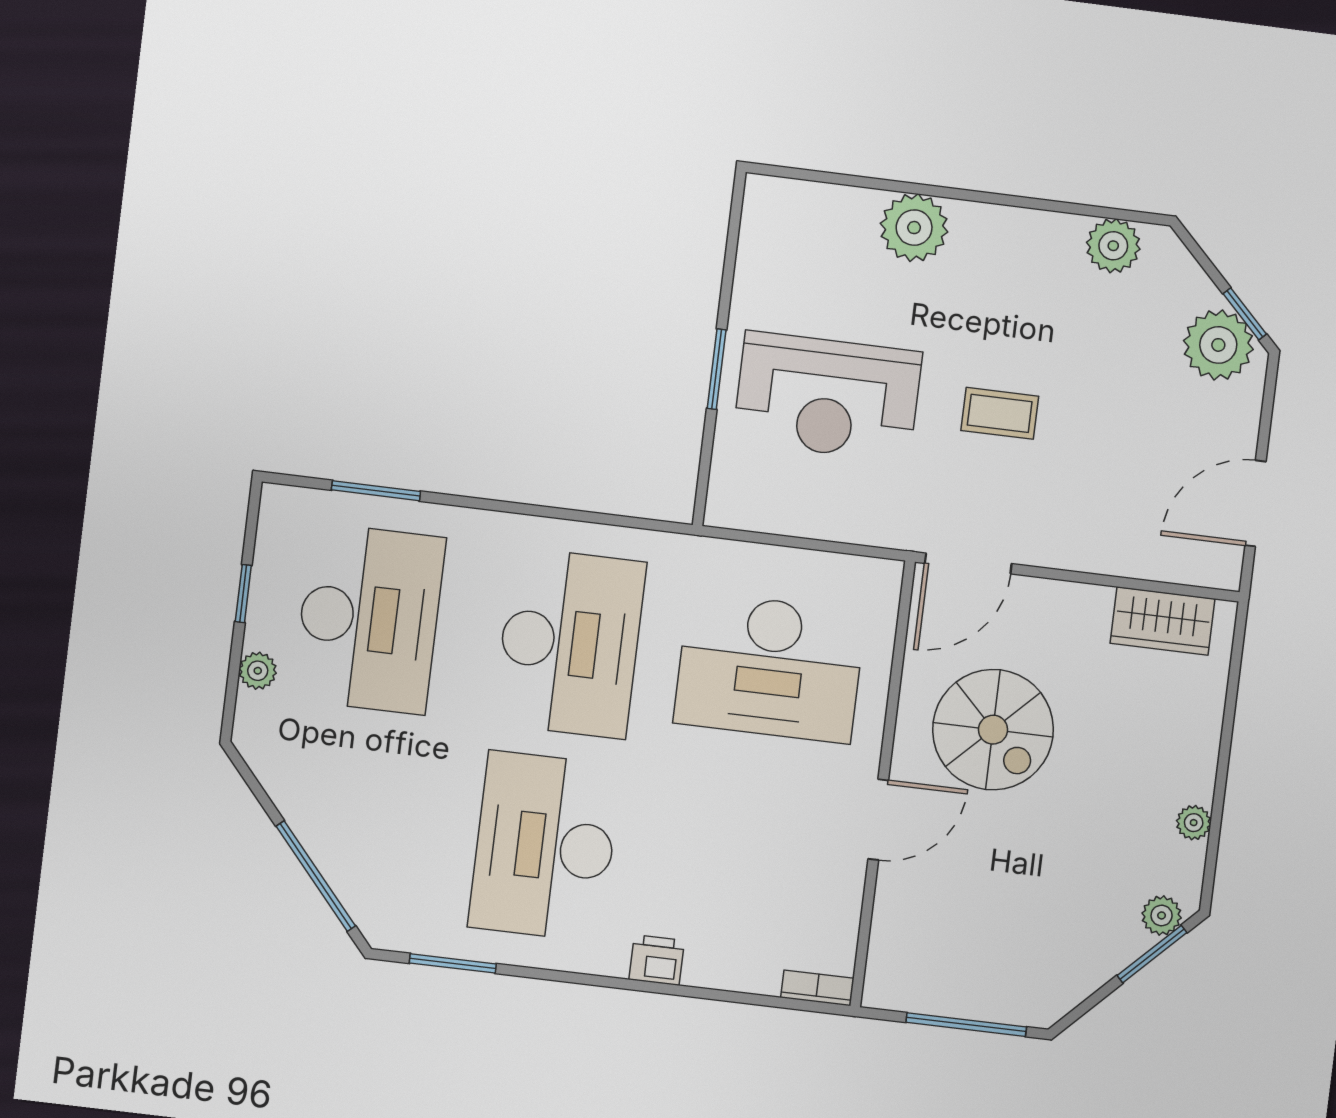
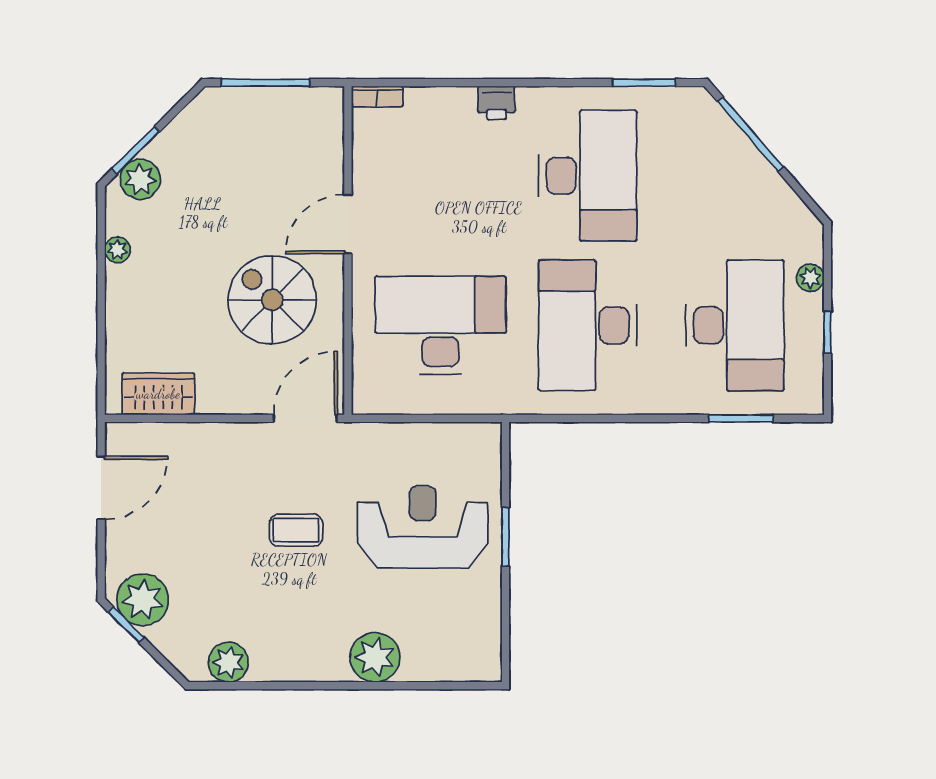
desk: (369, 619) -> (735, 325), turned 180
plant: (1162, 915) -> (140, 179), width x1.38, depth x1.38

